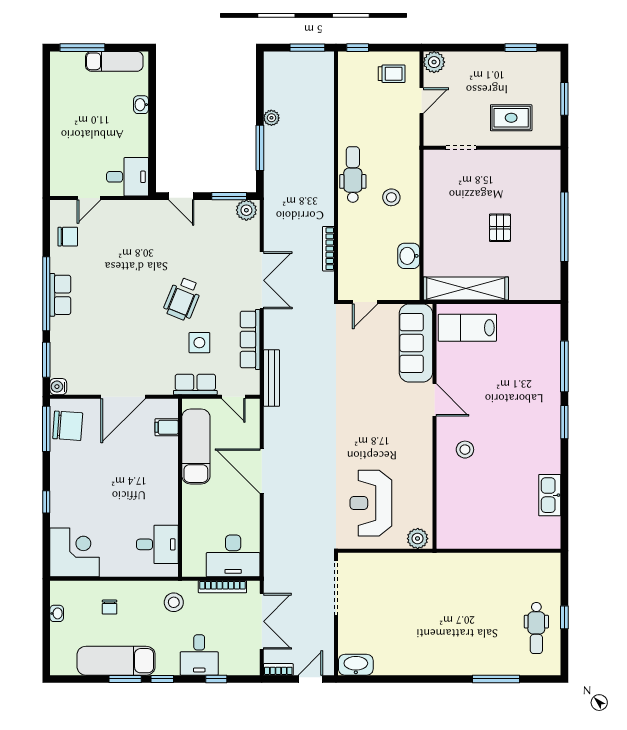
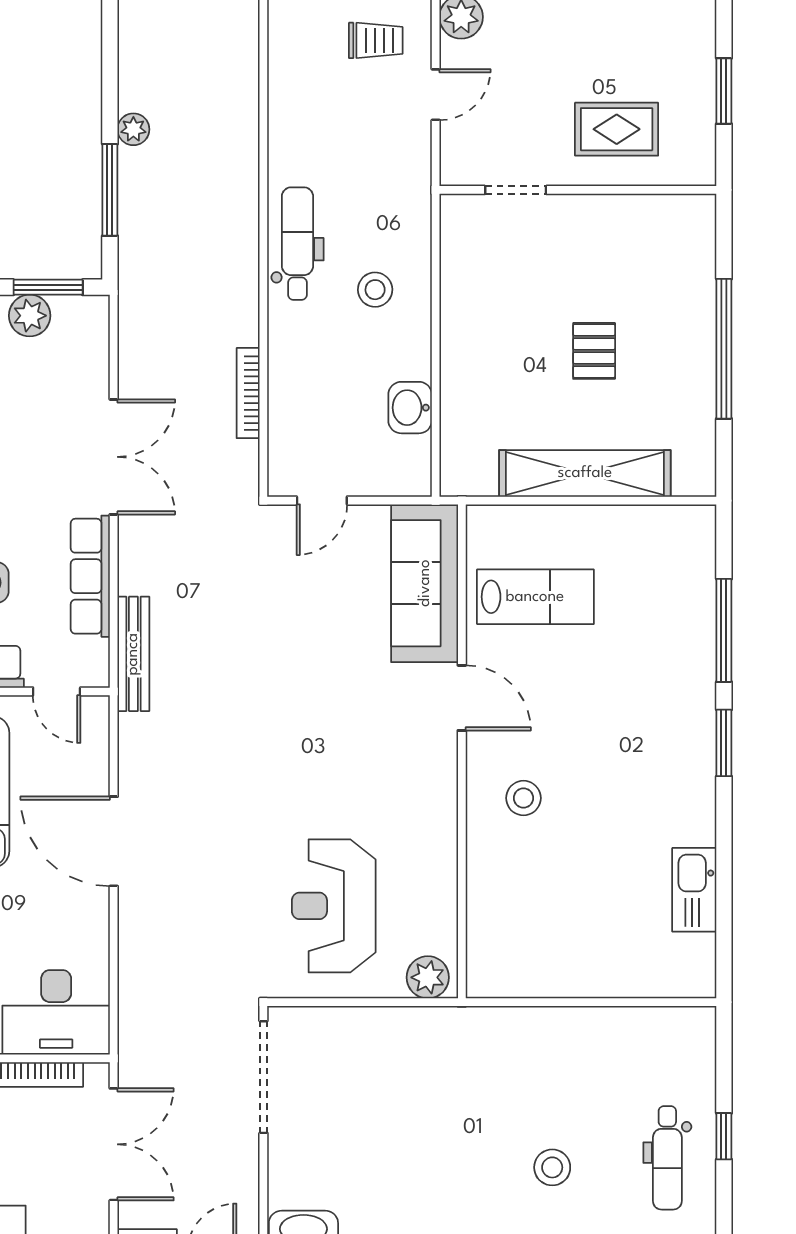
plant: (246, 210) -> (30, 316), moved
shelving: (466, 289) -> (585, 473), moved
lab bench: (467, 328) -> (535, 597), moved, turned 180
stool: (479, 633) -> (552, 1167), added

